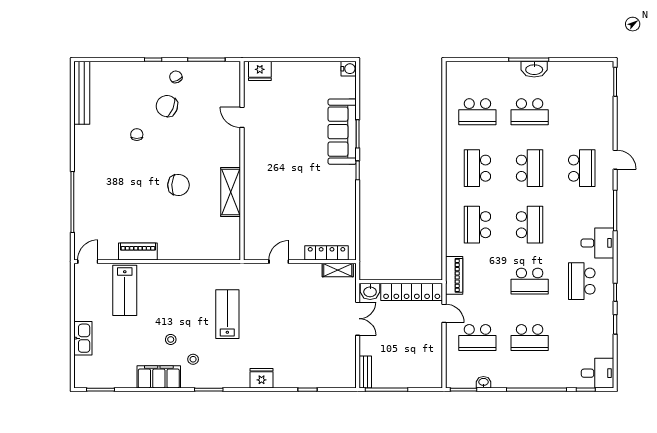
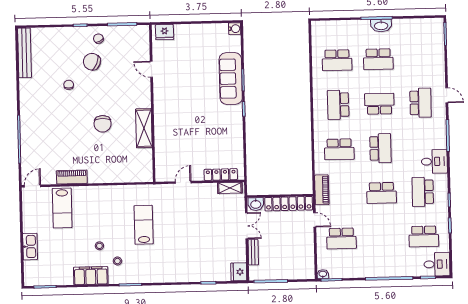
school desk: (530, 168) -> (379, 104), turned -90
chair: (178, 185) -> (103, 124), turned 87
school desk: (477, 225) -> (339, 149), turned -90
school desk: (530, 338) -> (424, 236), moved
bench: (365, 372) -> (253, 252), moved
fridge: (262, 378) -> (239, 272), moved, turned -90
washbasin: (483, 382) -> (323, 274), moved

